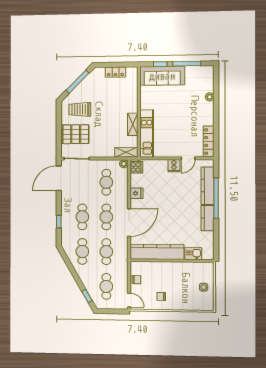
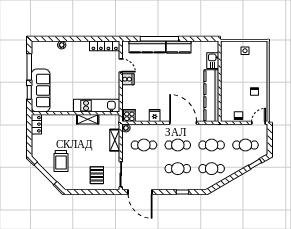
locker: (115, 72) -> (36, 124), moved
trolley: (80, 109) -> (61, 161), moved
pallet: (76, 134) -> (97, 175), width x0.67, depth x0.71
shelving: (126, 152) -> (115, 140), moved

